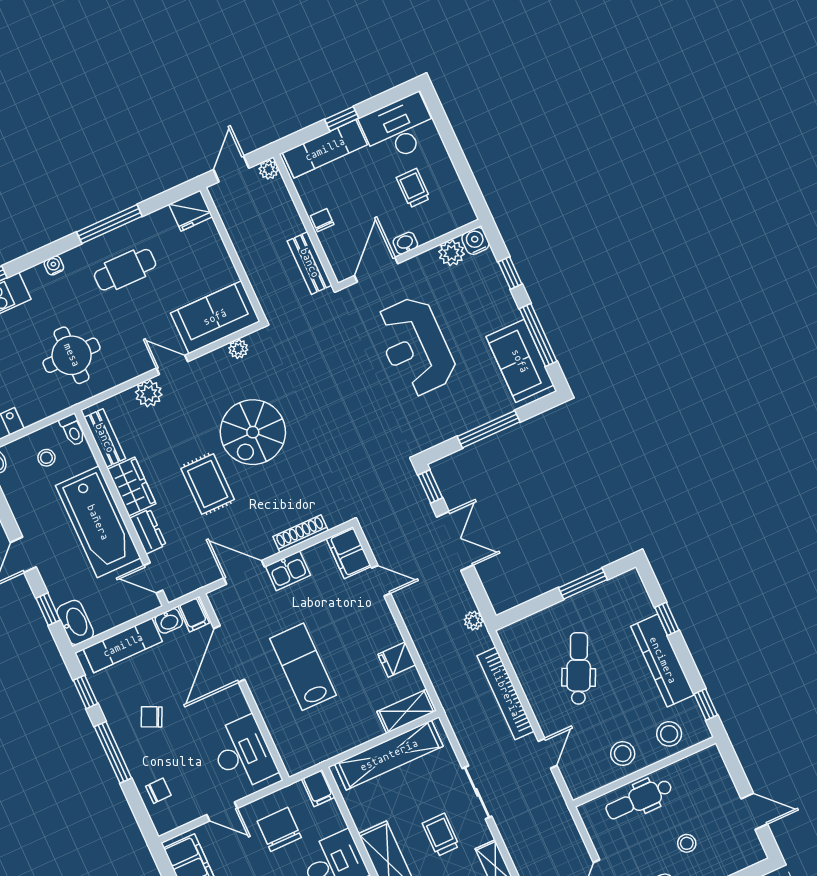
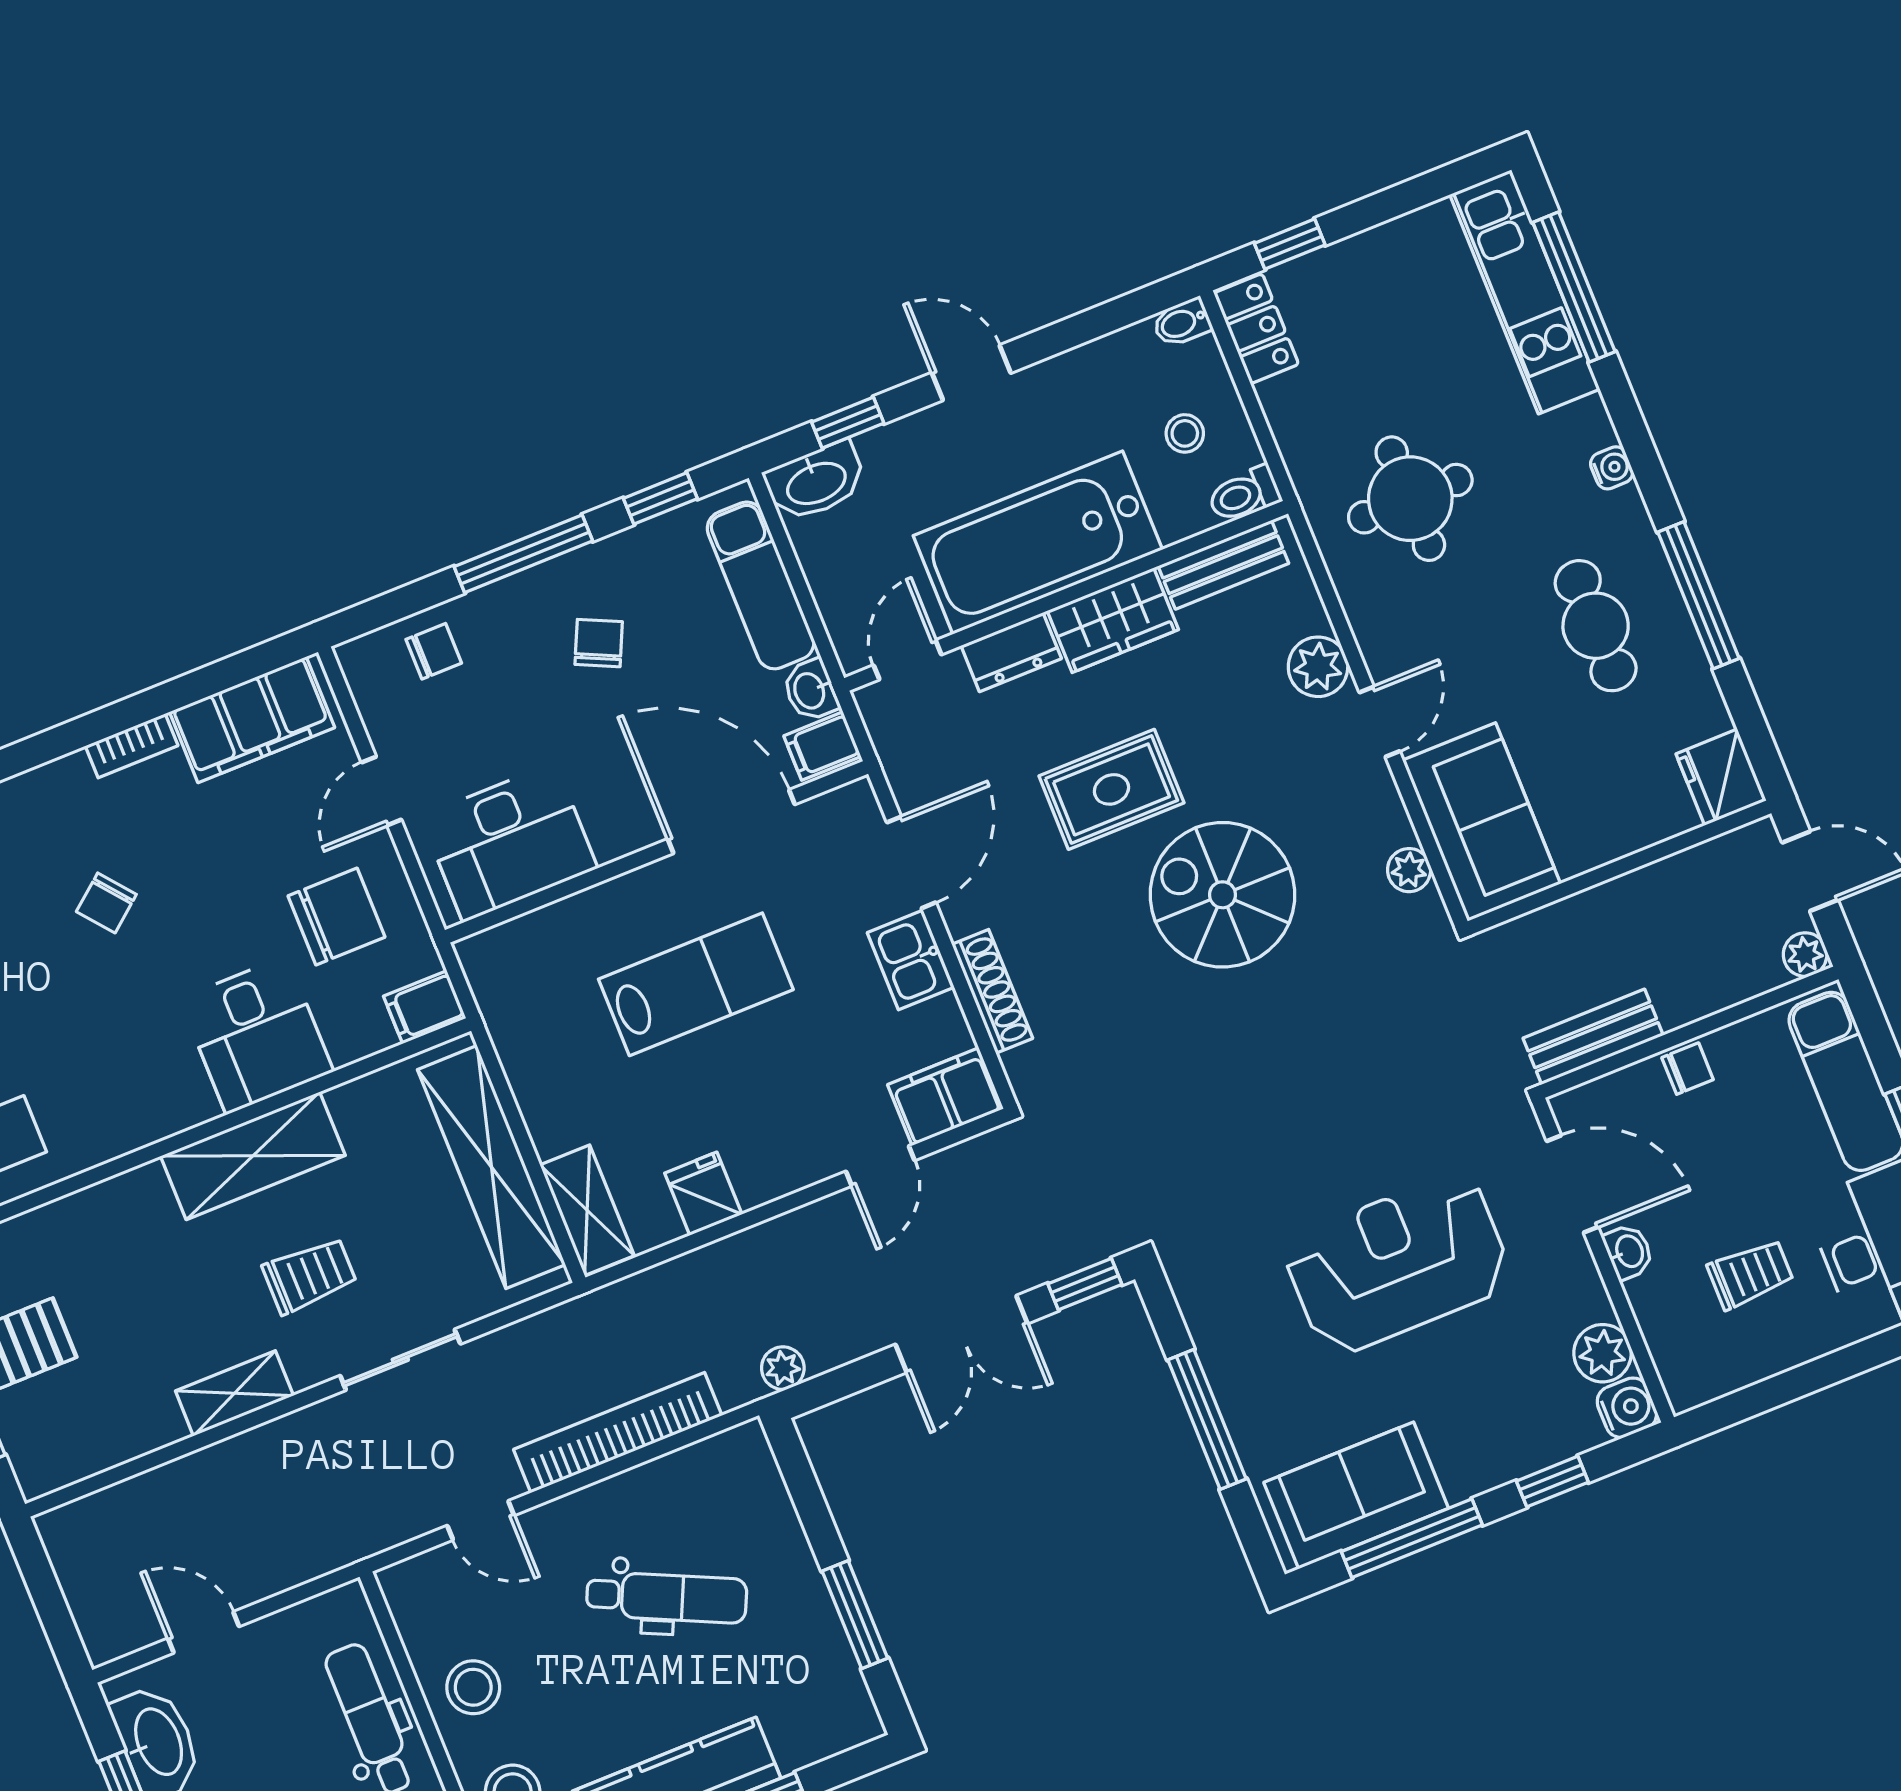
chair: (158, 791) -> (434, 651), turned -89

